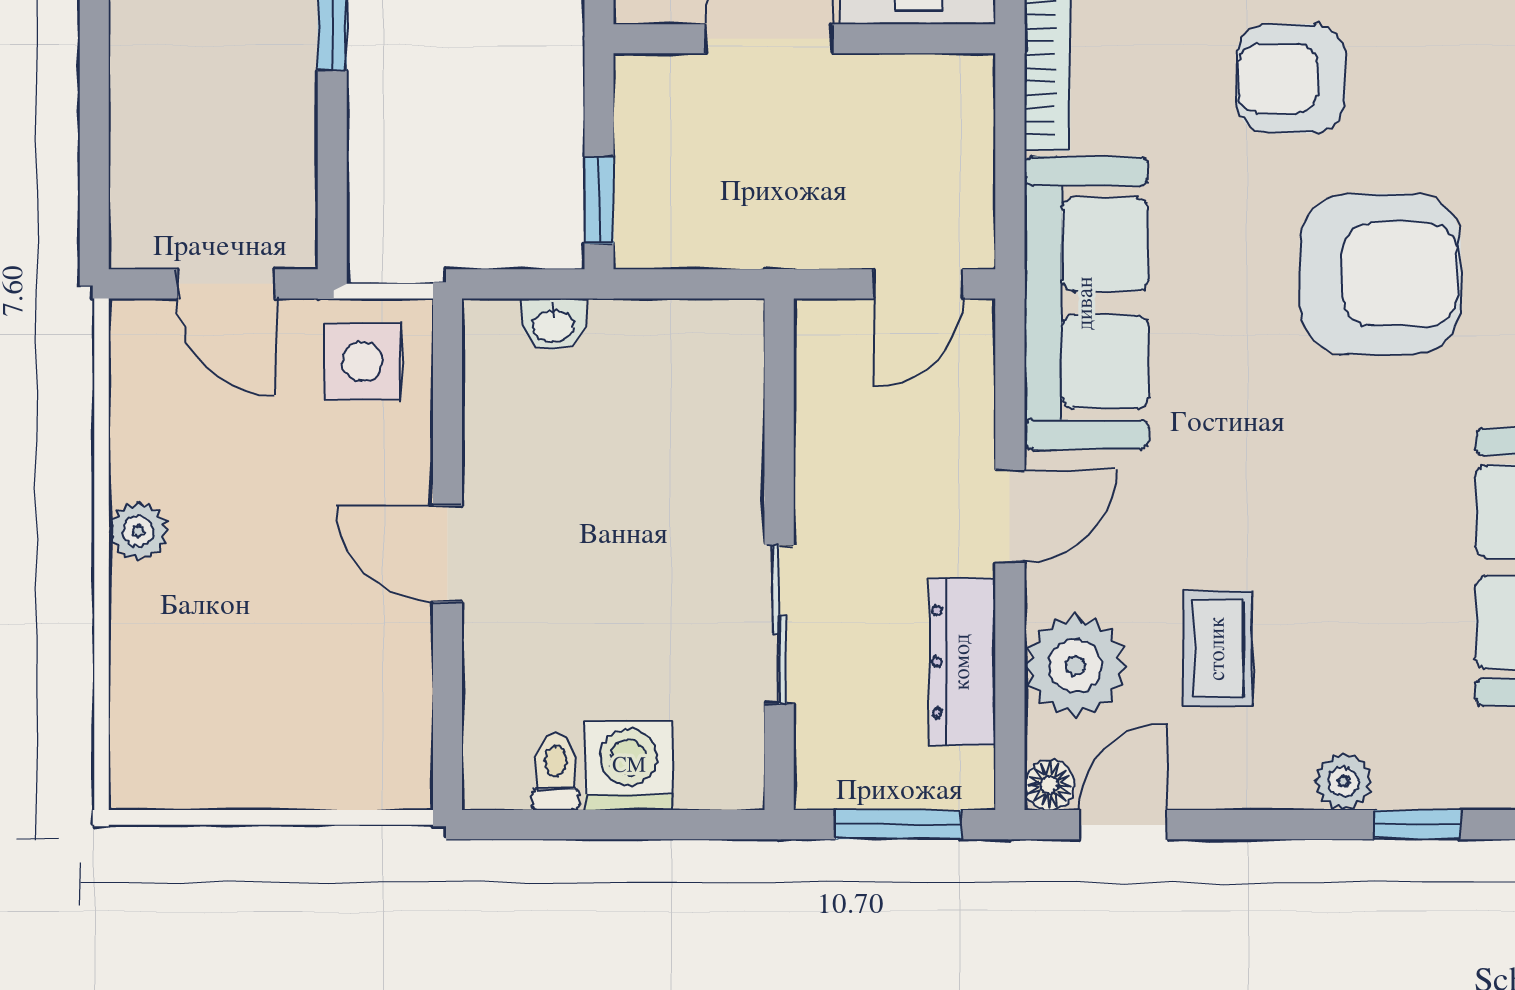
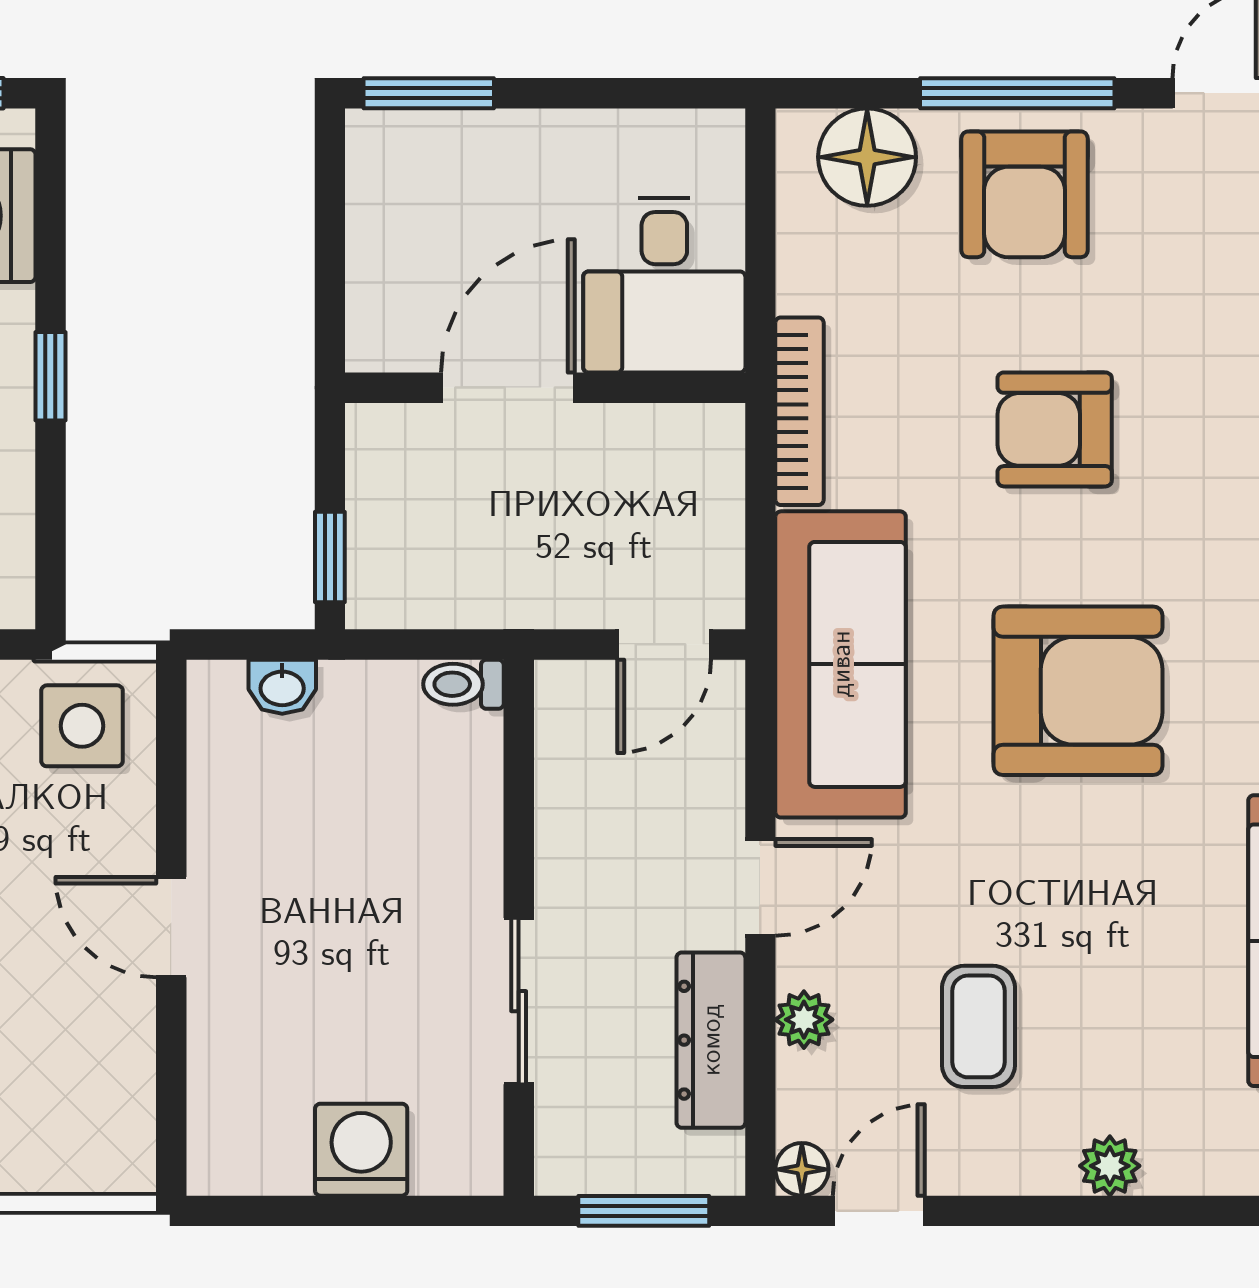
armchair: (1380, 274) -> (1078, 691), moved
plant: (1075, 666) -> (804, 1020), width x0.53, depth x0.53
toilet: (555, 772) -> (463, 684), moved, turned -90
window: (1417, 825) -> (1187, 1211), removed

